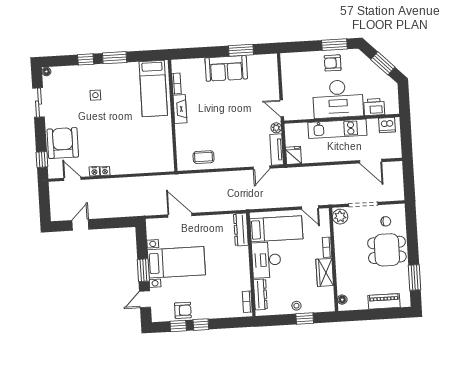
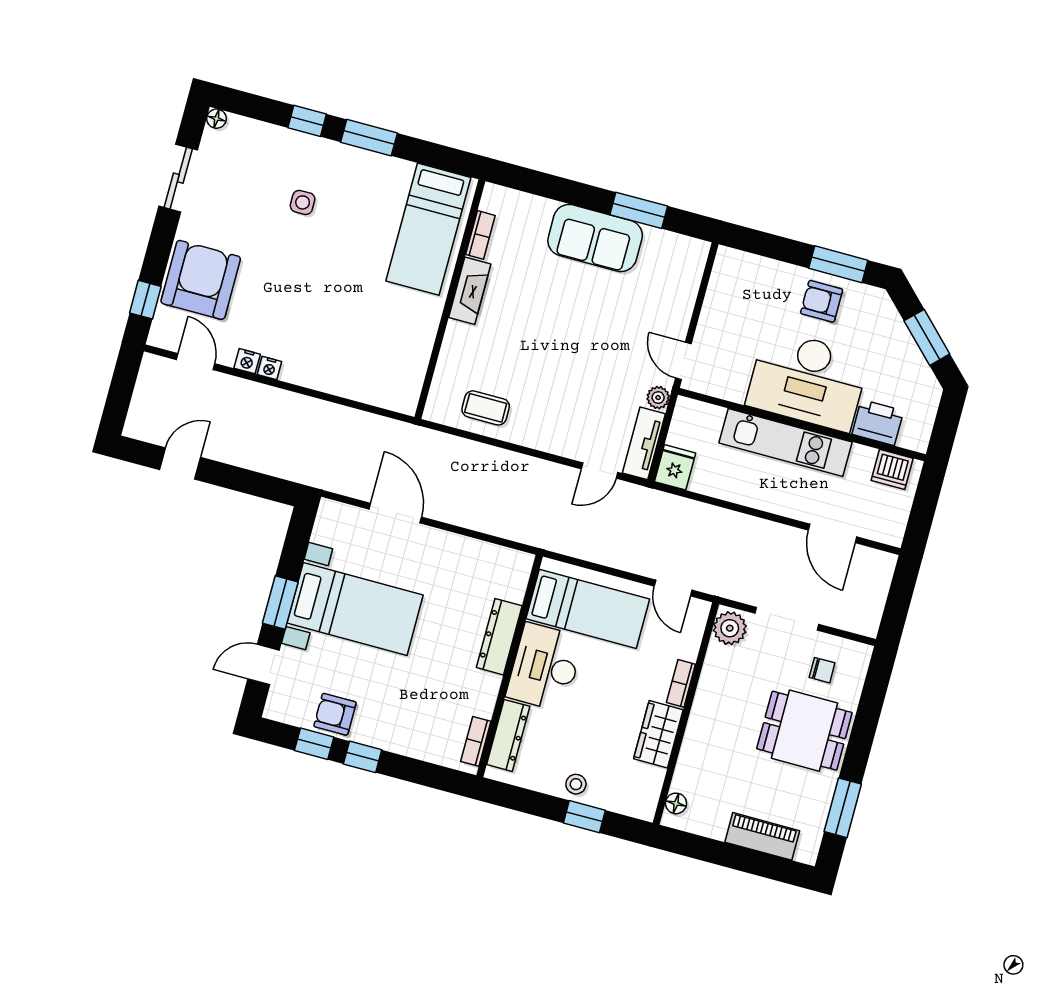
dresser: (241, 230) -> (499, 637), moved
armchair: (183, 310) -> (335, 714), turned 180

